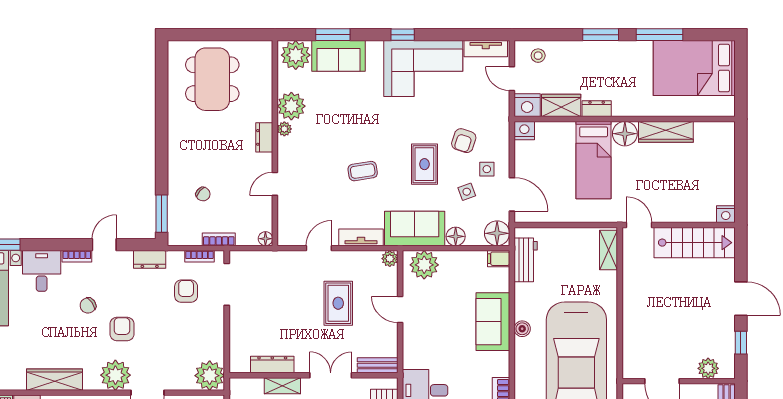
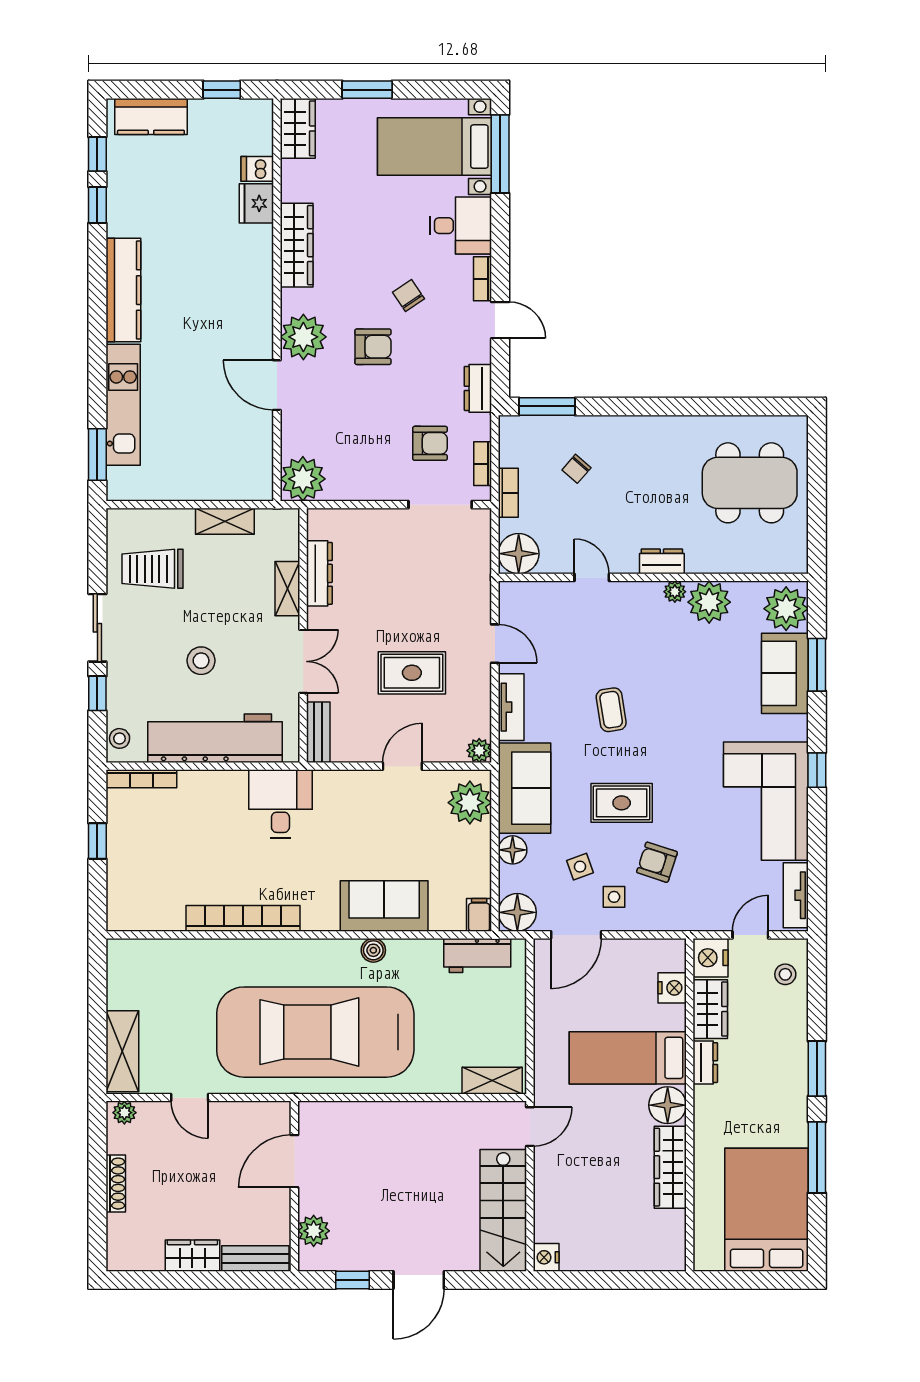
nightstand: (524, 131) -> (672, 988), moved
floor lamp: (265, 239) -> (519, 554), width x1.89, depth x1.89

